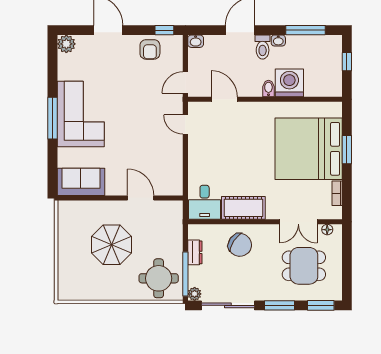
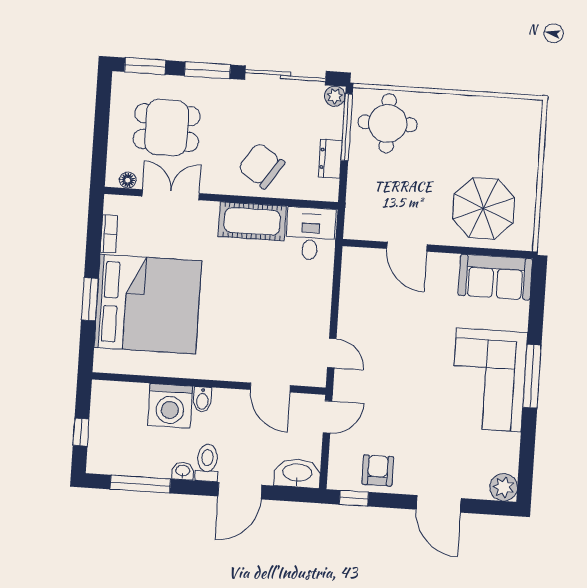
washbasin: (196, 41) -> (297, 473), width x1.91, depth x1.45
parasol: (111, 245) -> (484, 208), moved

